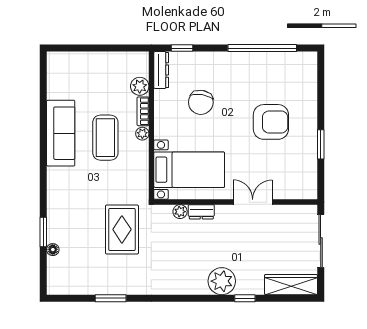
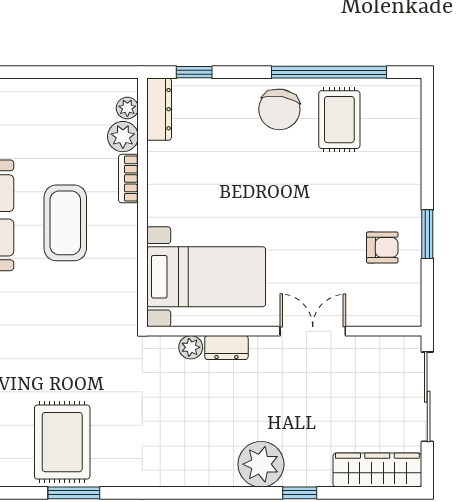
rug: (268, 76) -> (339, 120), added
chair: (201, 102) -> (279, 109), moved
armchair: (271, 122) -> (382, 247), moved, width x0.53, depth x0.53
plant: (142, 134) -> (127, 108), moved
rug: (122, 229) -> (62, 442), moved

